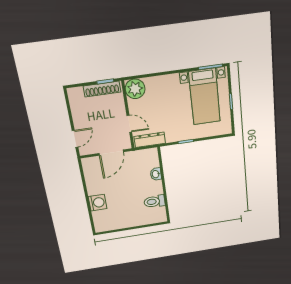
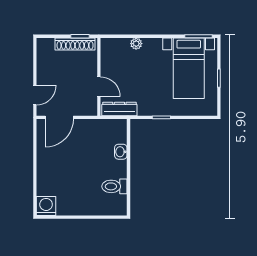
plant: (135, 89) -> (136, 44), moved, width x0.53, depth x0.53
door: (111, 153) -> (59, 117), moved
washing machine: (98, 203) -> (46, 206), moved, turned -90

